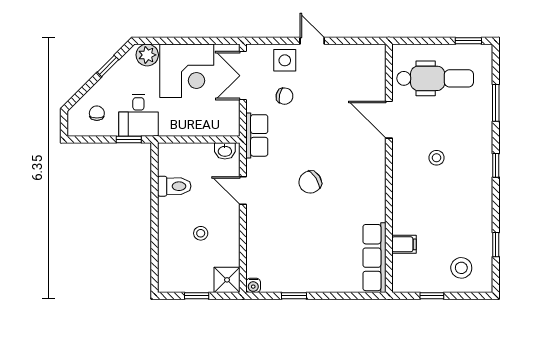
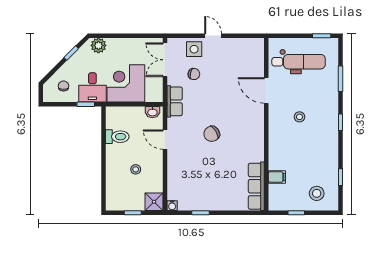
corner desk: (187, 71) -> (126, 83), moved, turned 180

